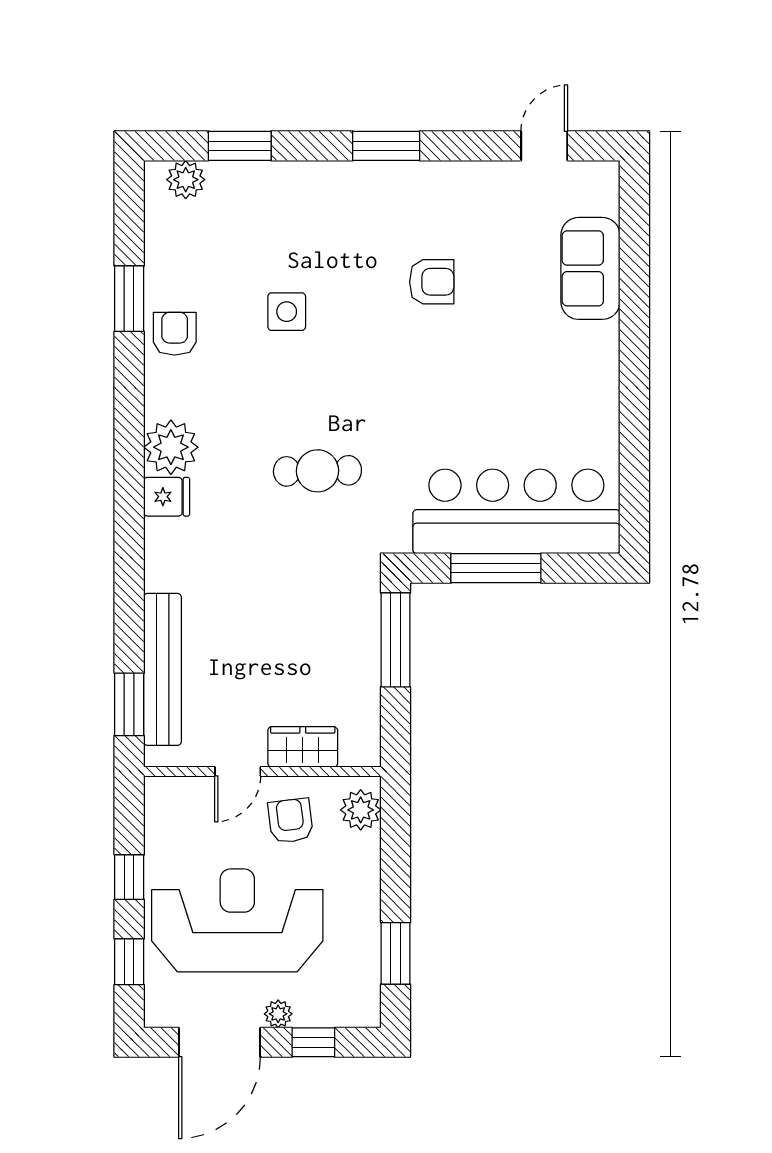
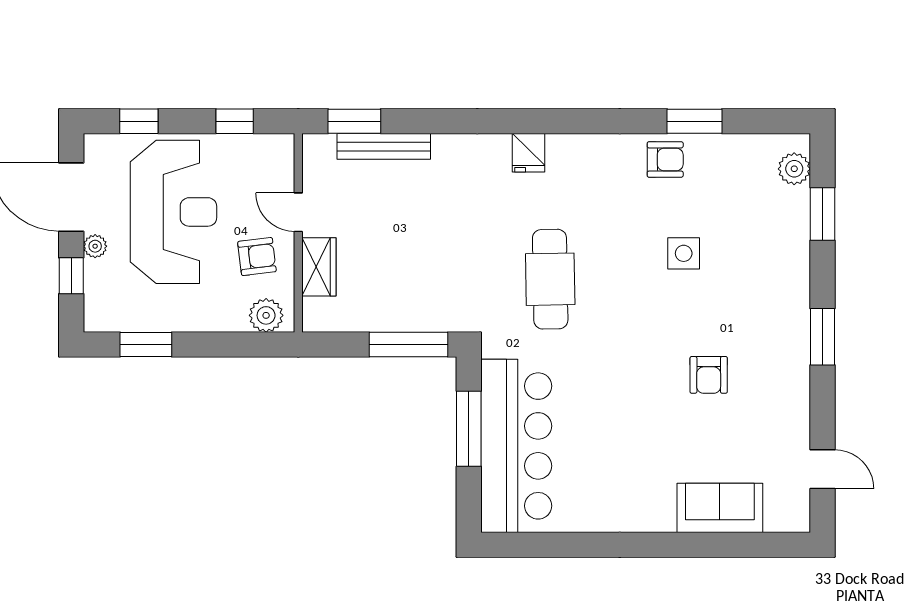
plant: (171, 447) -> (570, 156), removed
cafe table: (317, 471) -> (550, 279), width x1.37, depth x1.35
bench: (162, 669) -> (384, 146), width x0.73, depth x0.82
window: (129, 877) -> (235, 121), moved

